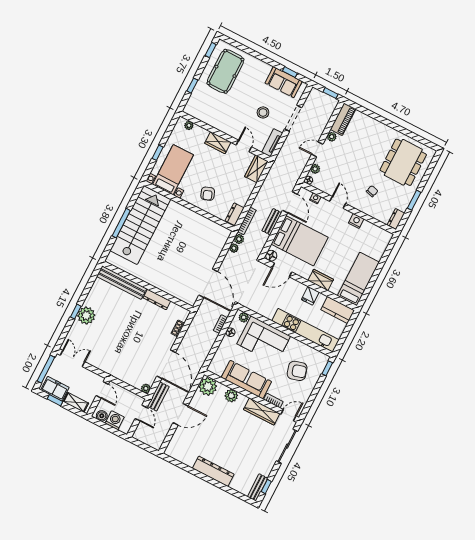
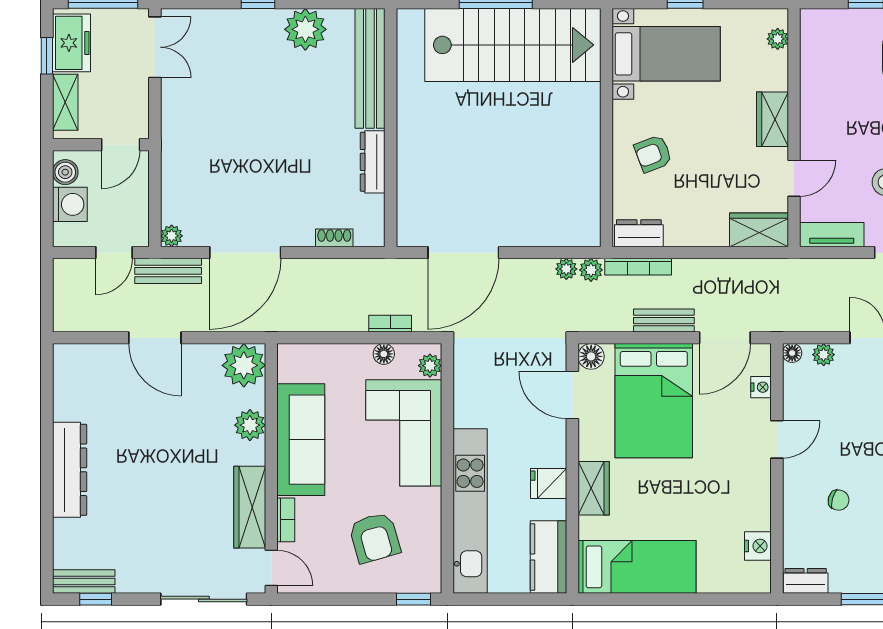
nightstand: (356, 221) -> (758, 546), moved
plant: (86, 316) -> (305, 29), moved

